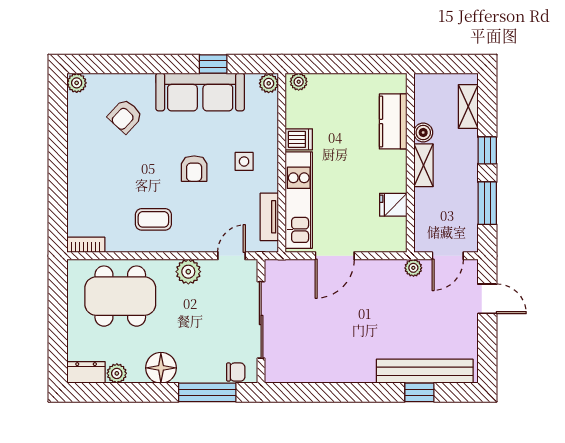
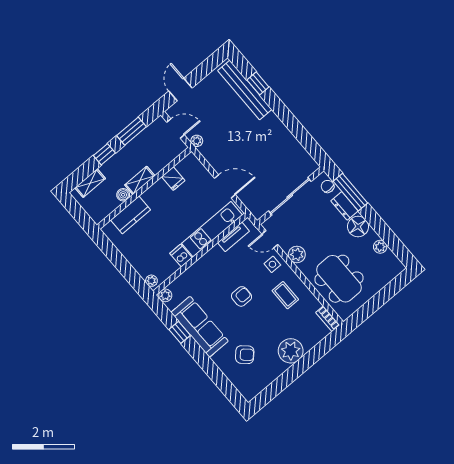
plant: (77, 83) -> (291, 351), moved, width x1.87, depth x1.87
side table: (244, 161) -> (272, 264), moved
dresser: (86, 372) -> (345, 206), moved

